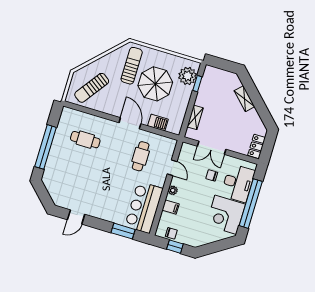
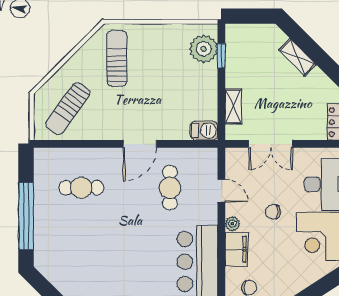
parasol: (155, 84) -> (160, 75), removed
barbecue: (158, 122) -> (204, 130), moved
door: (130, 123) -> (140, 144), swing flipped
chair: (212, 175) -> (273, 212), moved
filing cabinet: (171, 207) -> (237, 249), width x2.00

